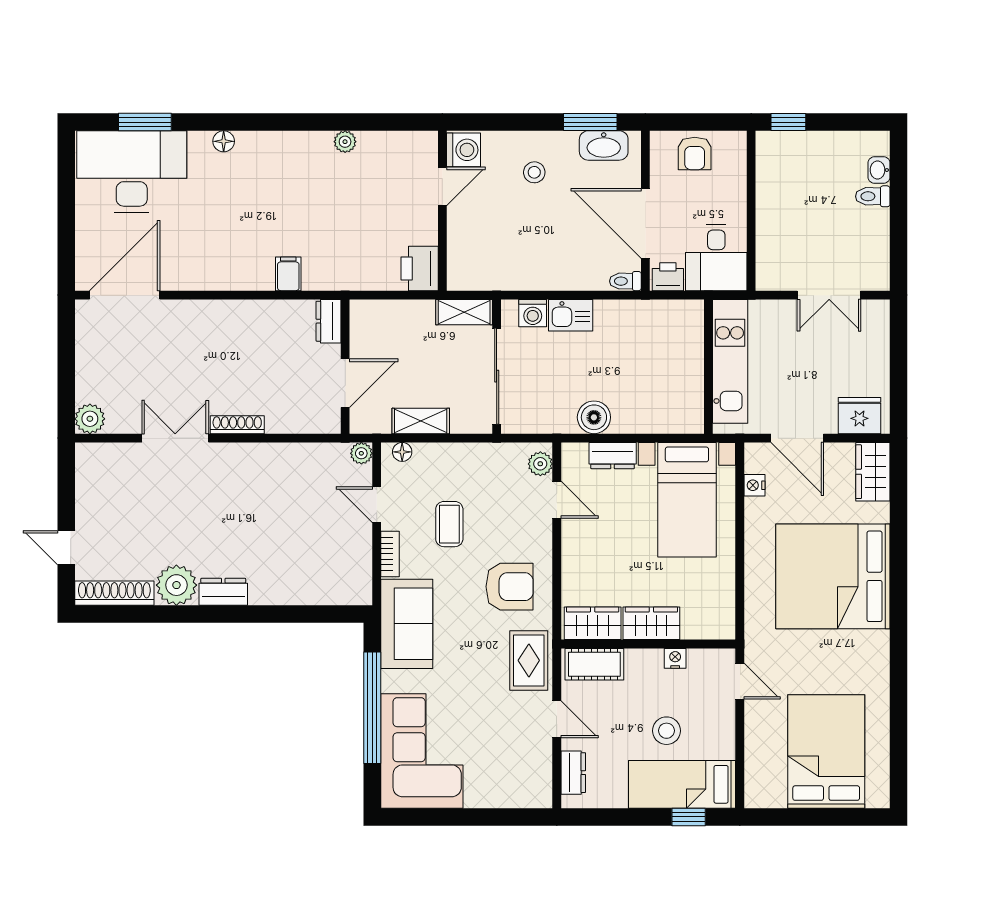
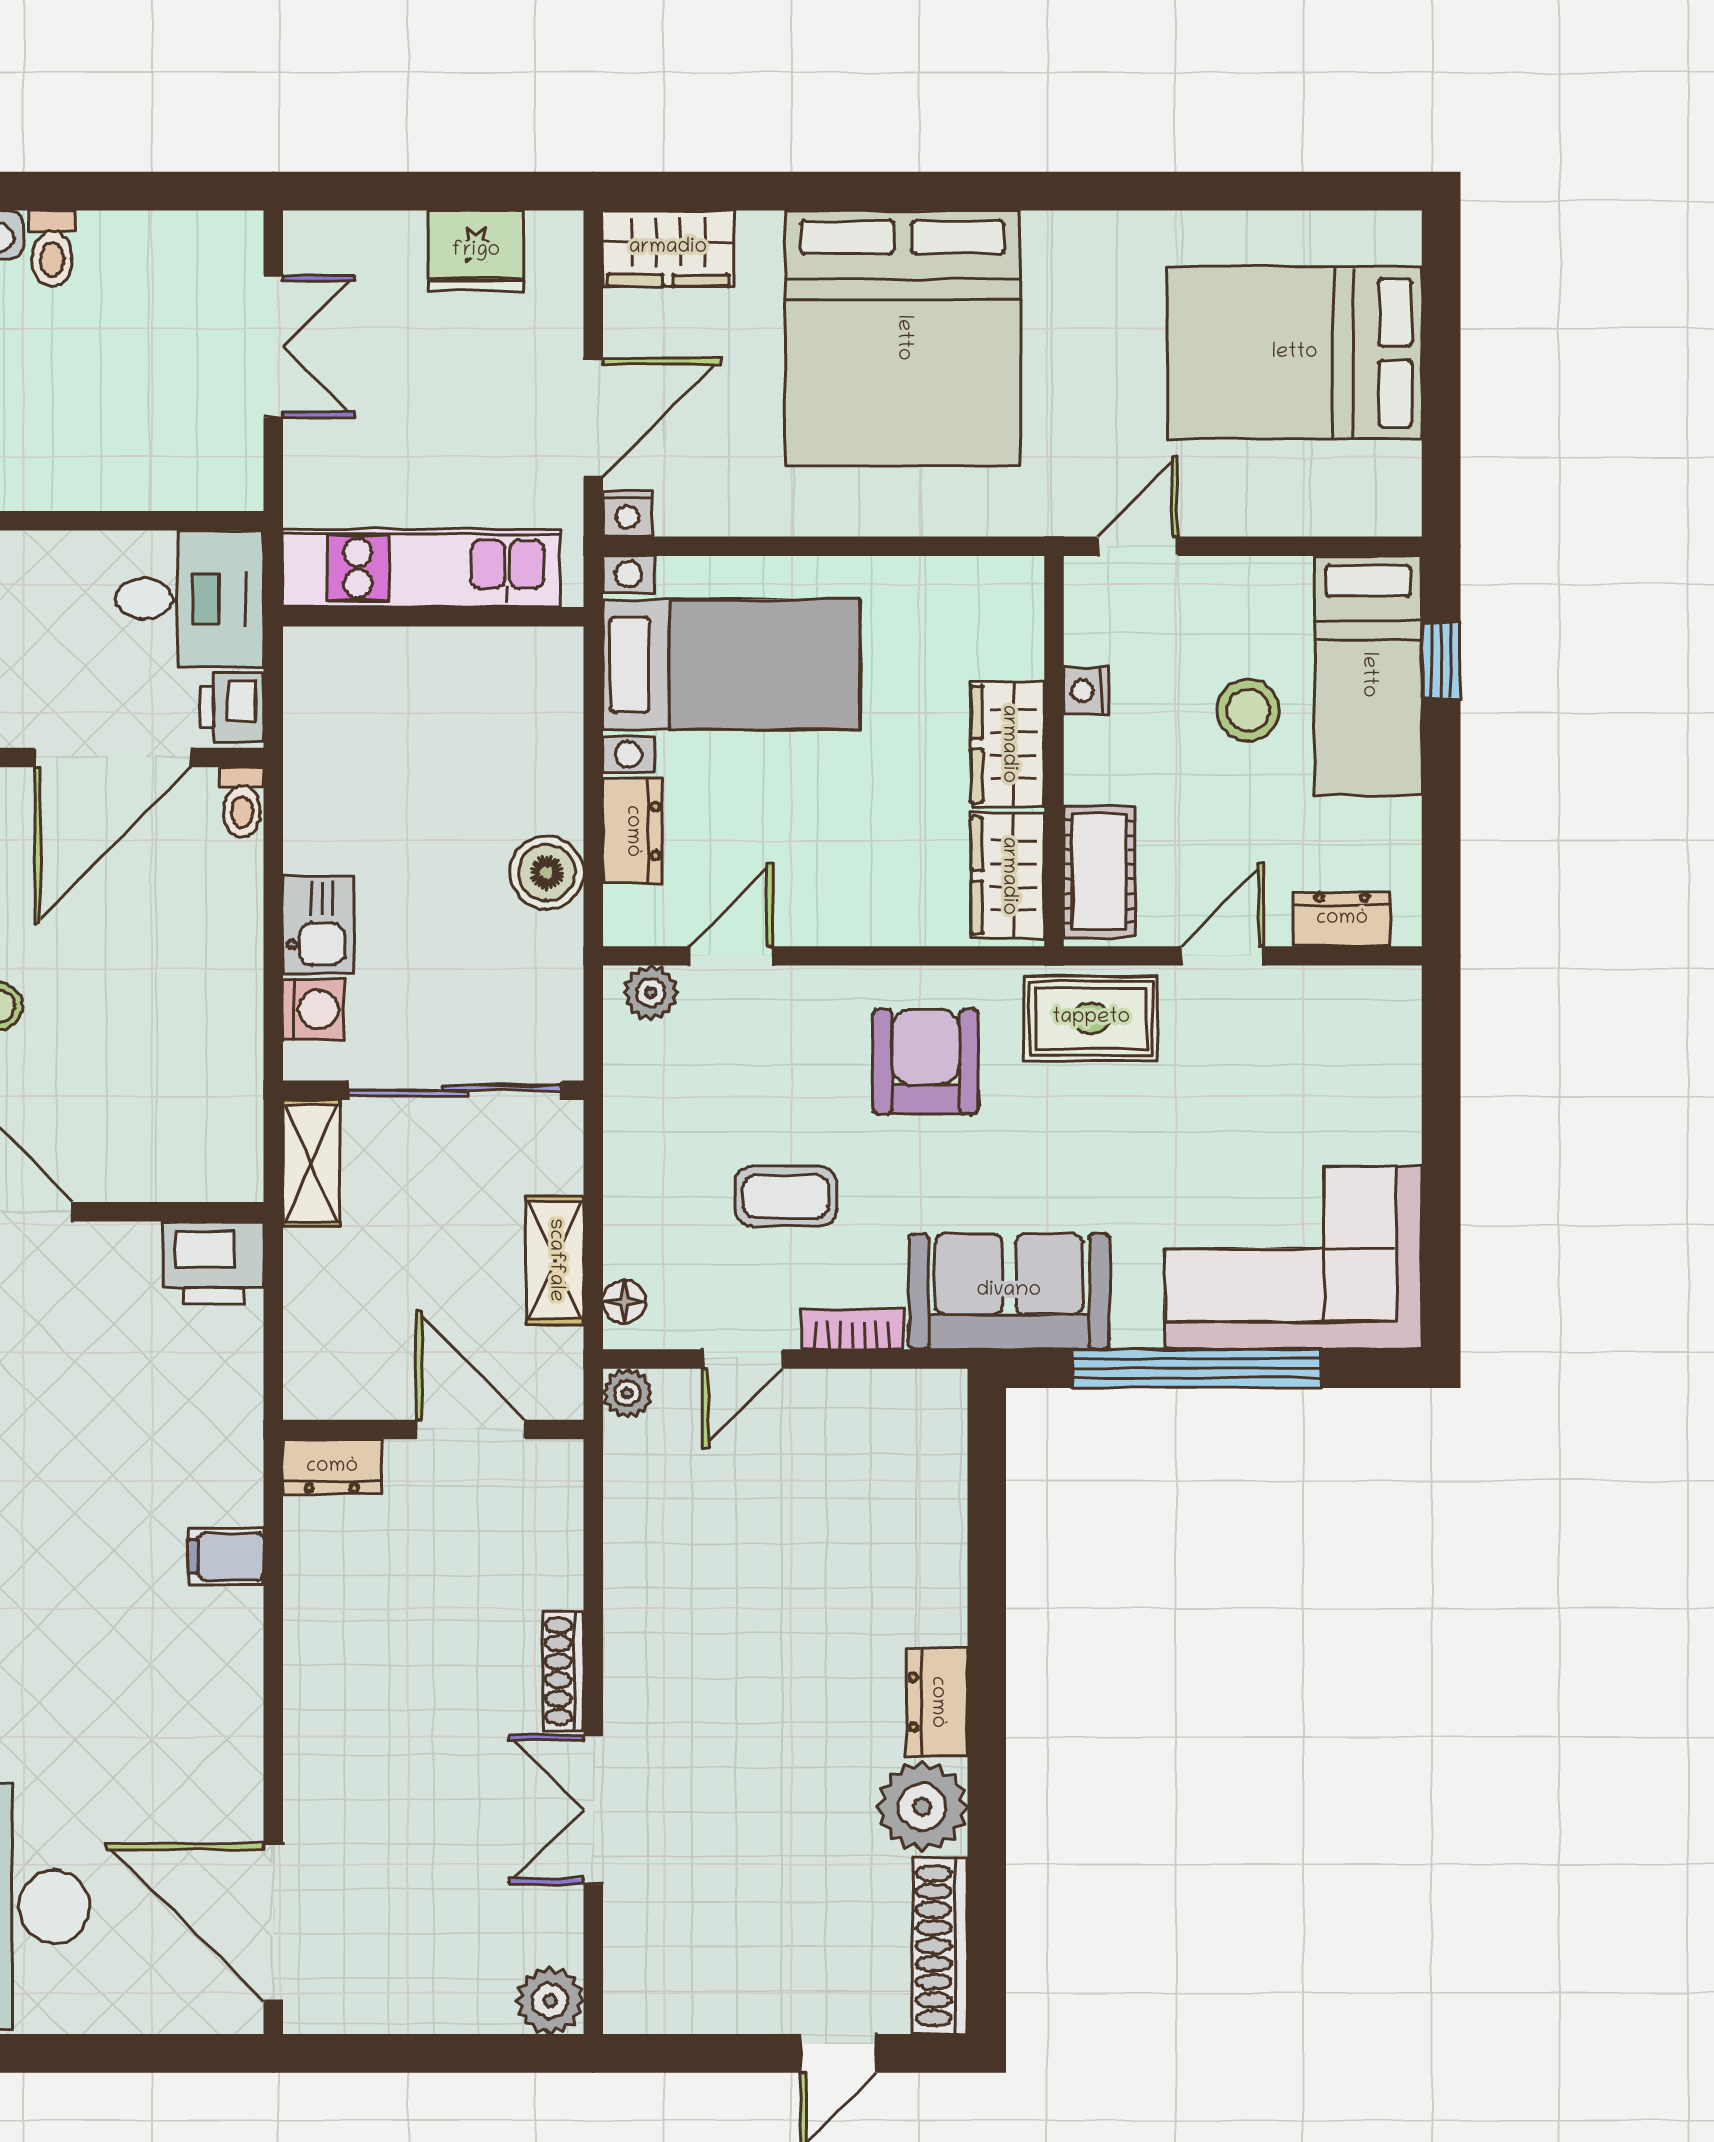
fridge: (859, 416) -> (476, 251), moved, turned -90
nightstand: (754, 485) -> (627, 513), moved

